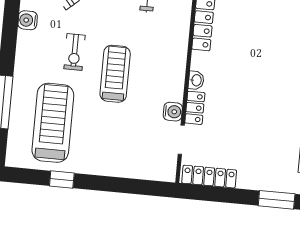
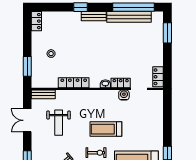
locker: (209, 177) -> (158, 77), width x0.66

